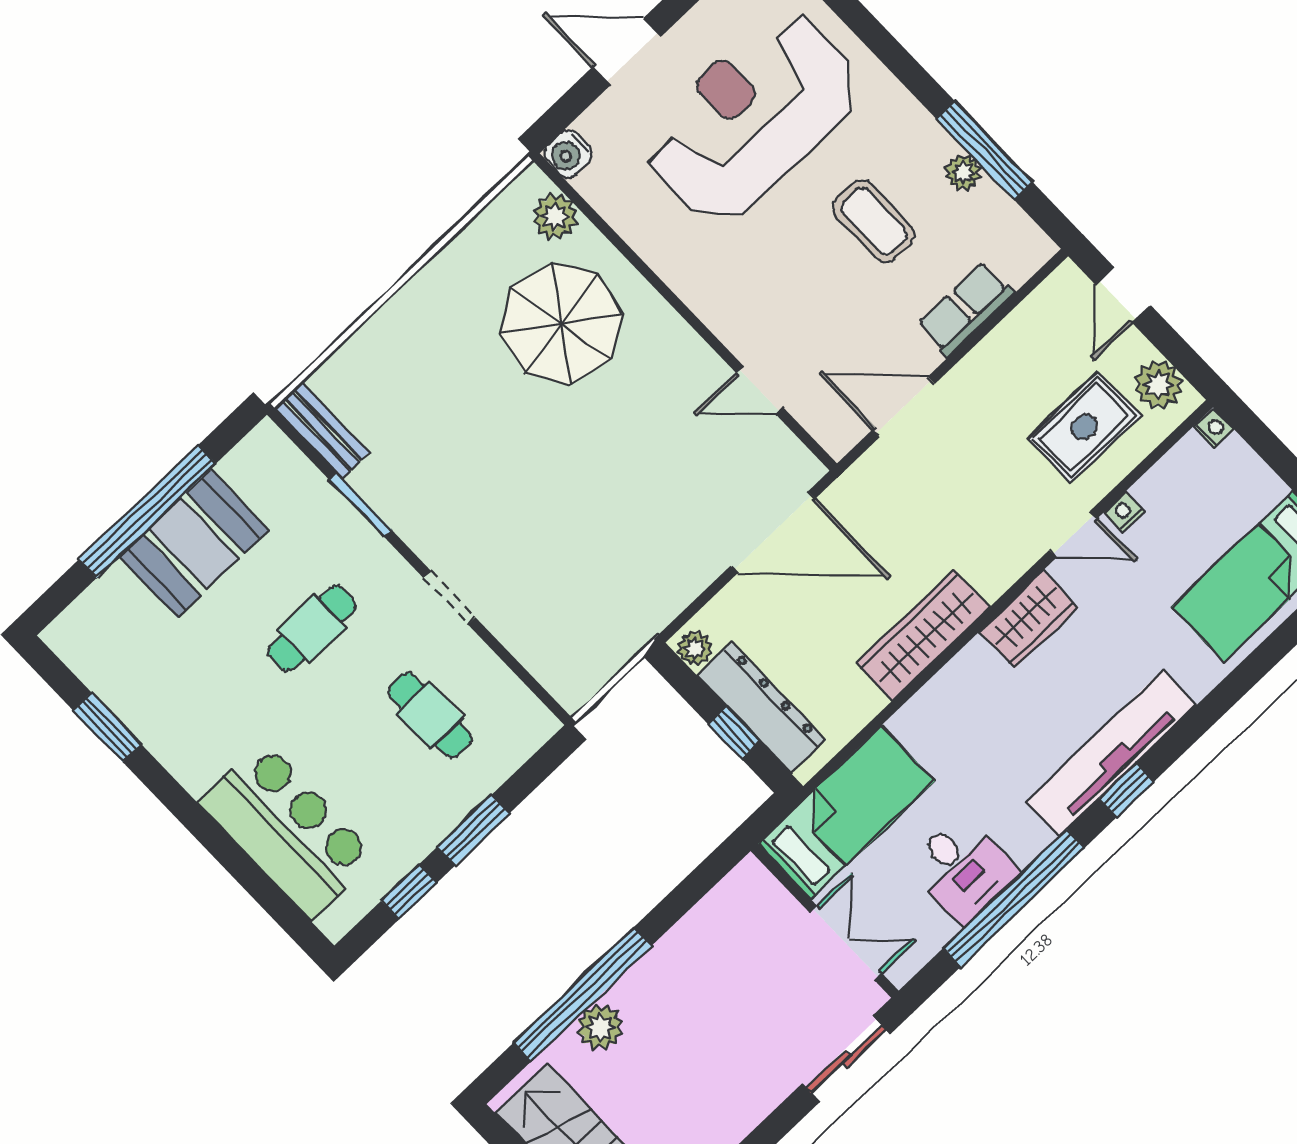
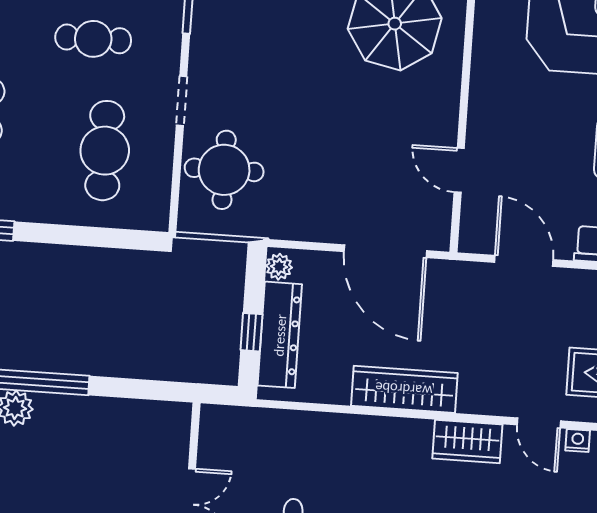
round table: (553, 617) -> (224, 170), added
cafe table: (430, 715) -> (105, 151), width x1.37, depth x1.35
bed: (846, 812) -> (264, 437), removed
window: (473, 830) -> (62, 234), removed

